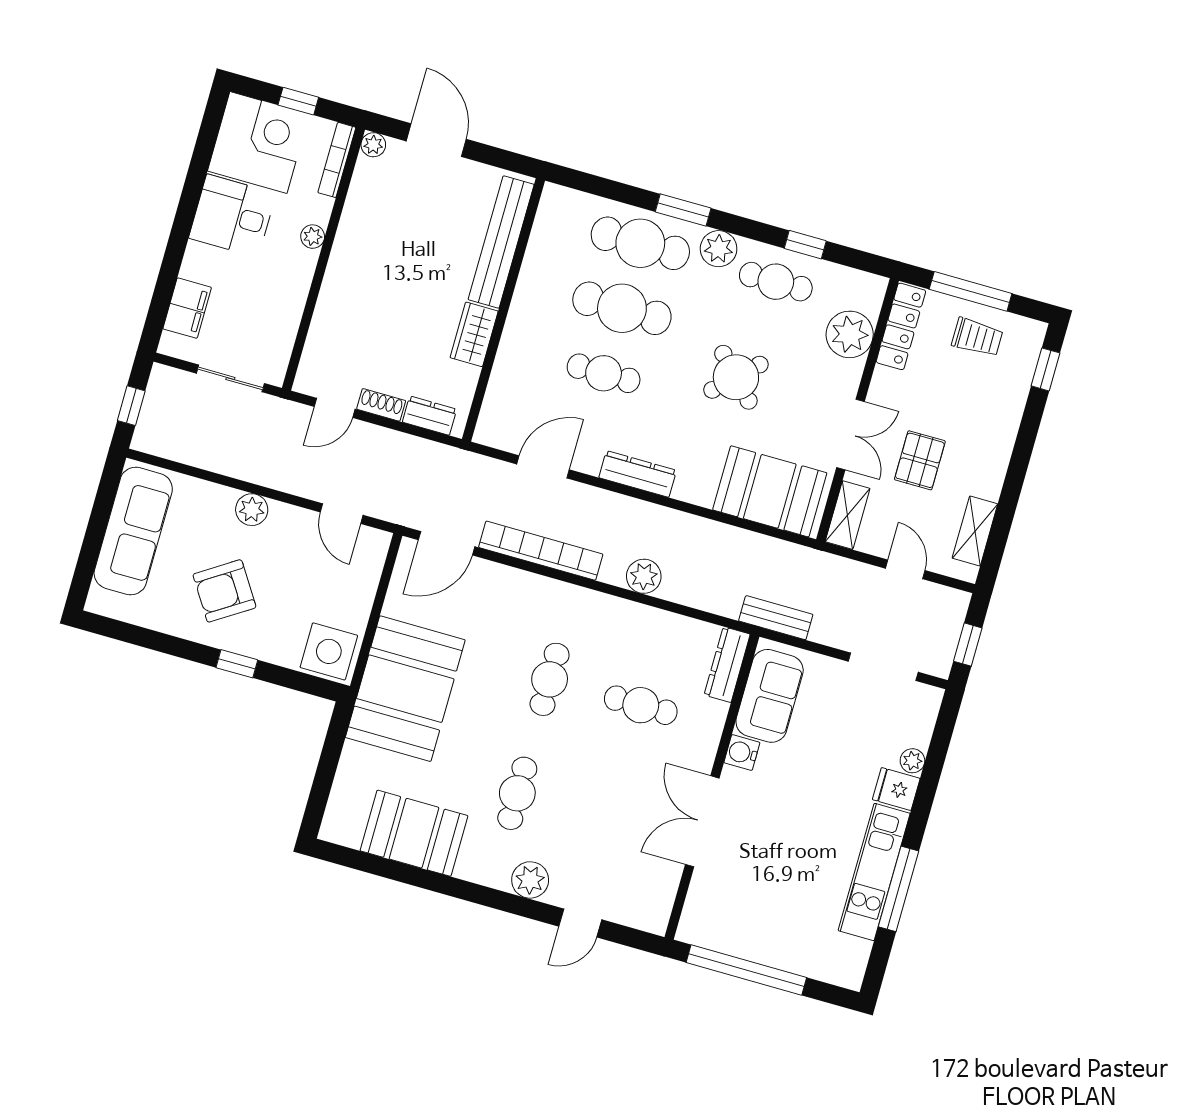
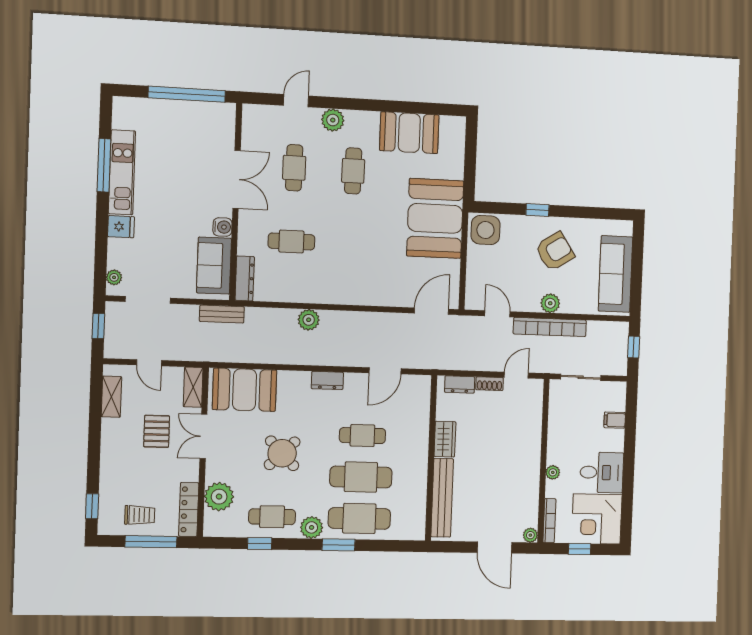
filing cabinet: (187, 308) -> (615, 420), width x0.50
trolley: (977, 337) -> (140, 515), turned 180
dresser: (638, 474) -> (327, 380), width x0.70
bookcase: (541, 551) -> (550, 327), moved
cafe table: (550, 679) -> (294, 168), moved
plant: (912, 761) -> (114, 277), moved

